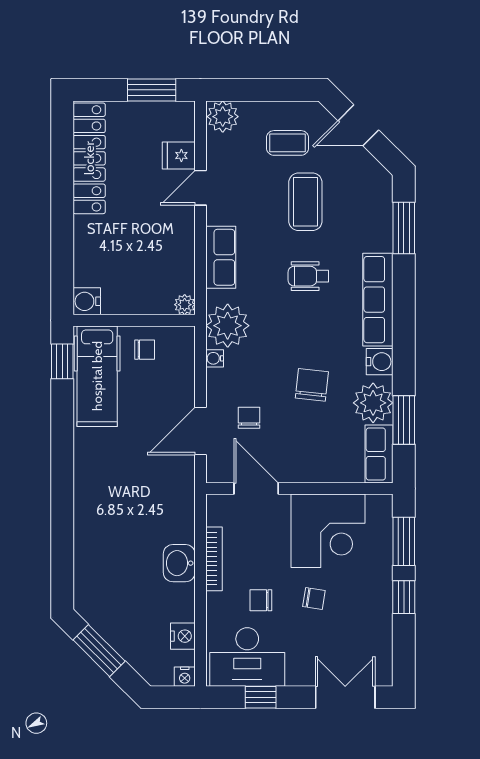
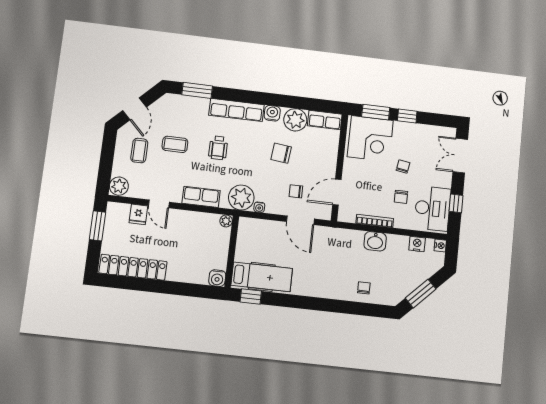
coffee table: (305, 202) -> (175, 144), width x0.73, depth x0.77
chair: (145, 350) -> (364, 288), moved
window: (404, 420) -> (307, 104), removed
corner desk: (328, 531) -> (370, 139), moved, turned 90

